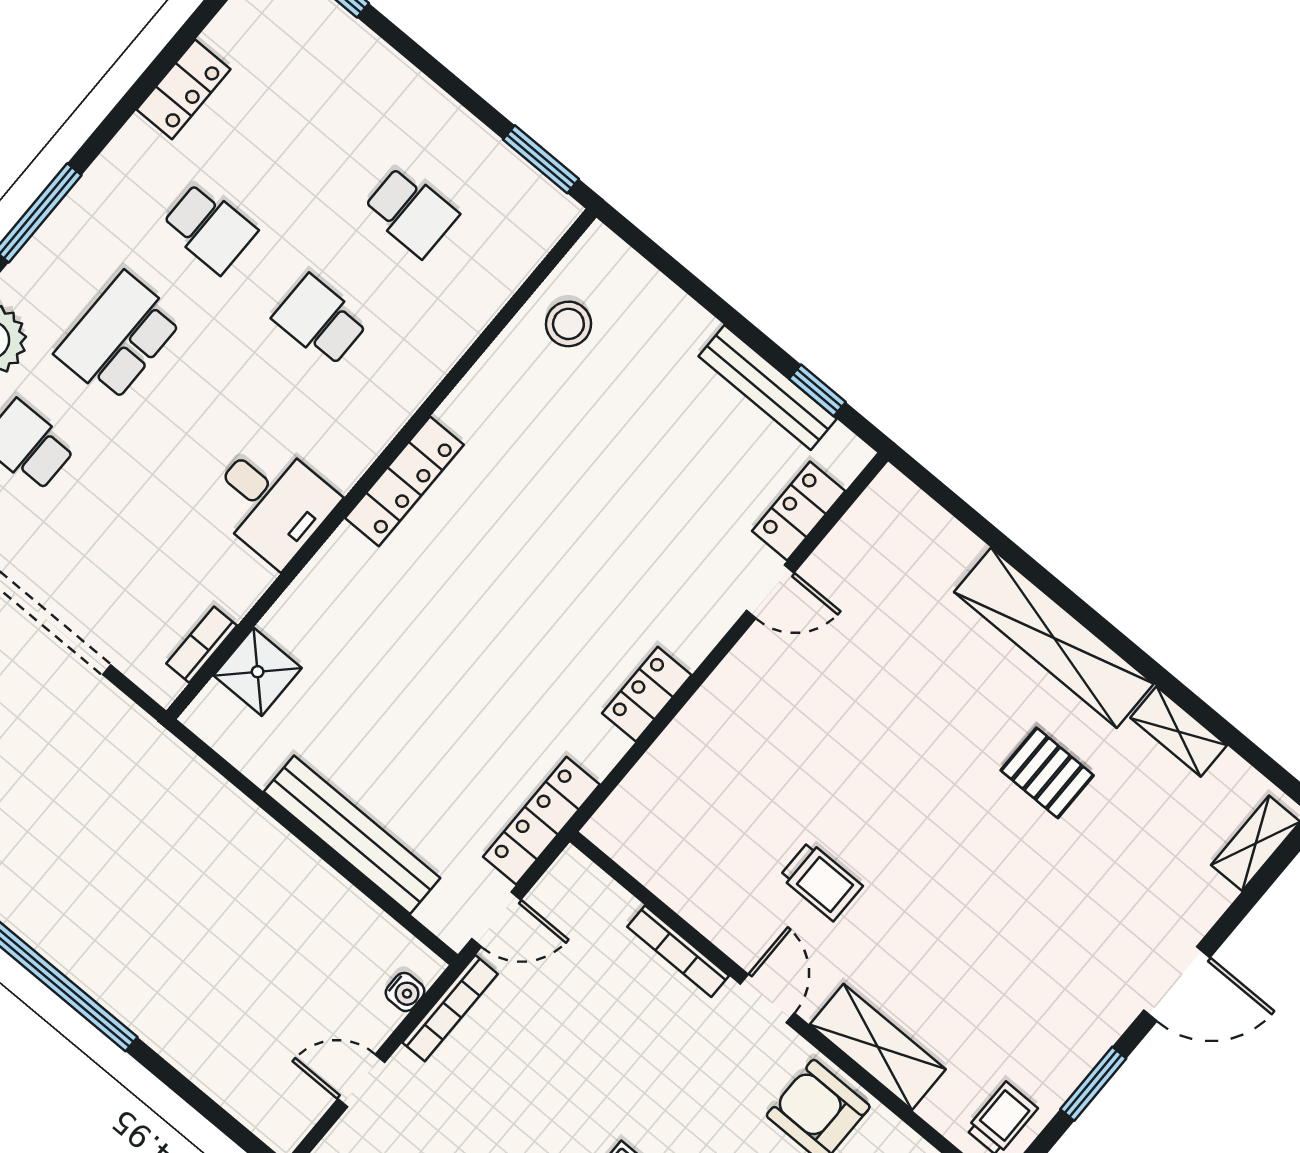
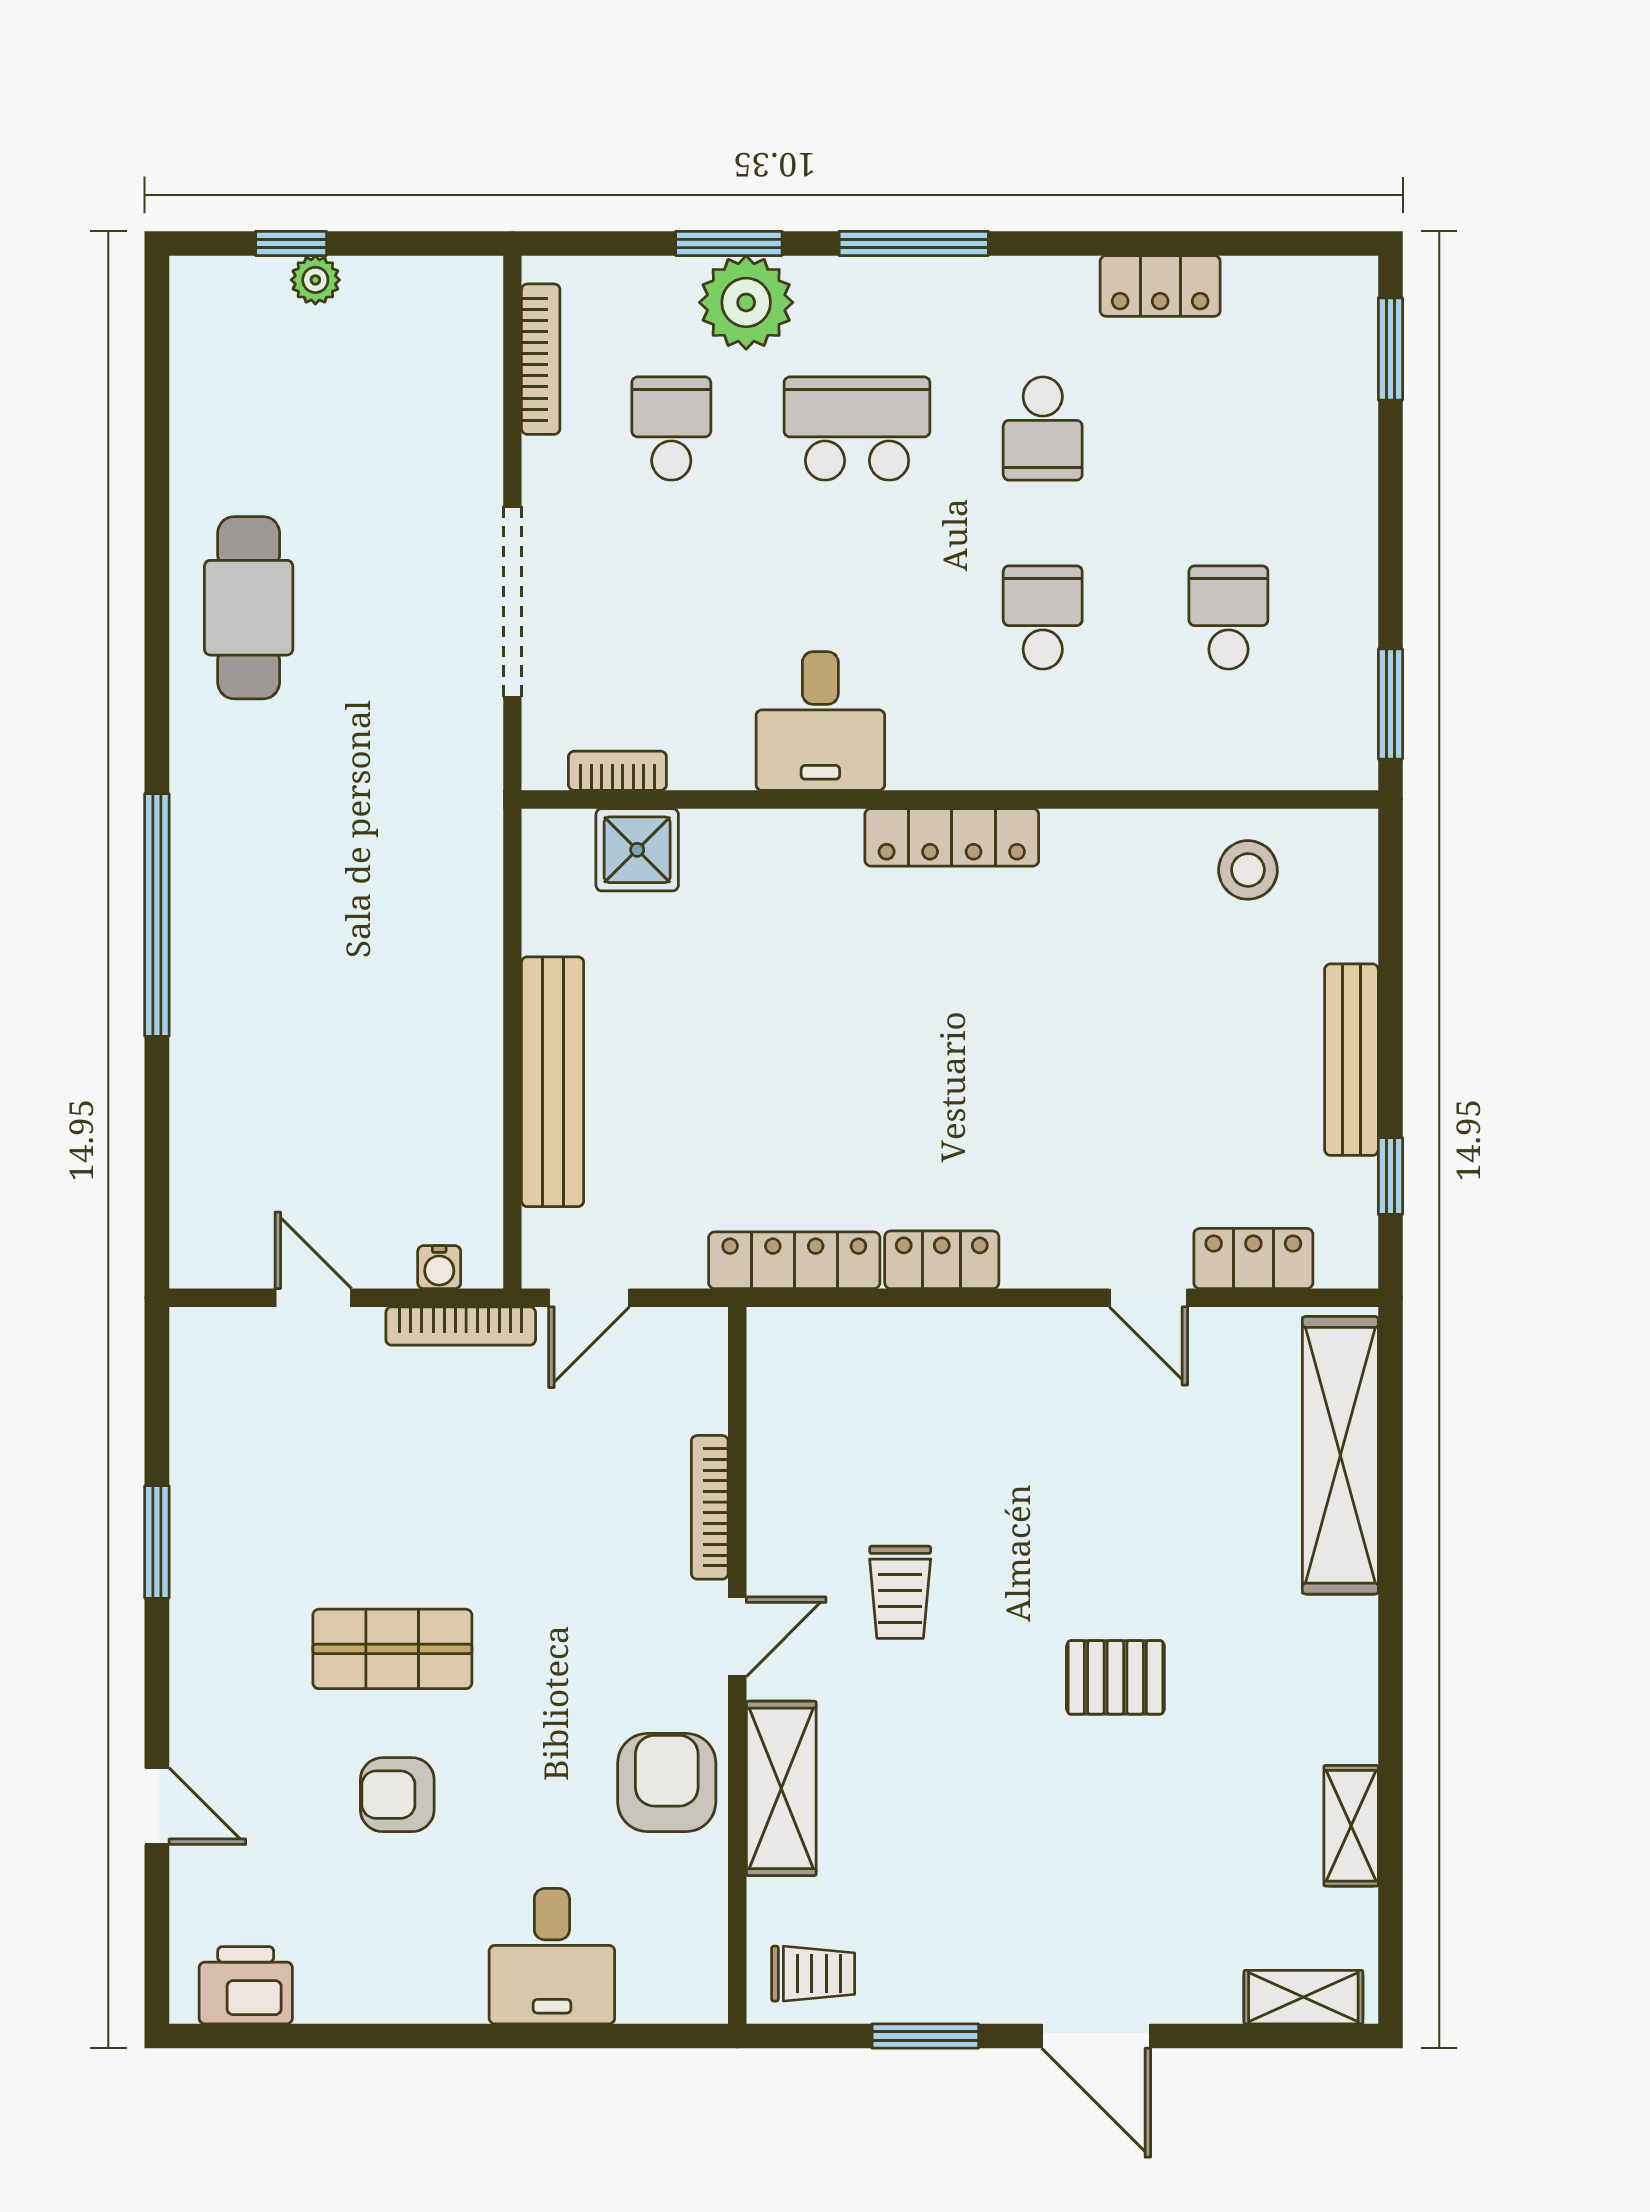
school desk: (411, 212) -> (1228, 617), turned 180
bench: (768, 388) -> (1351, 1060), moved
shelving: (1054, 638) -> (1340, 1455), moved
pallet: (1047, 773) -> (1115, 1677), moved, turned 90
locker: (541, 821) -> (794, 1260), moved
door: (496, 919) -> (589, 1298), hinge flipped

